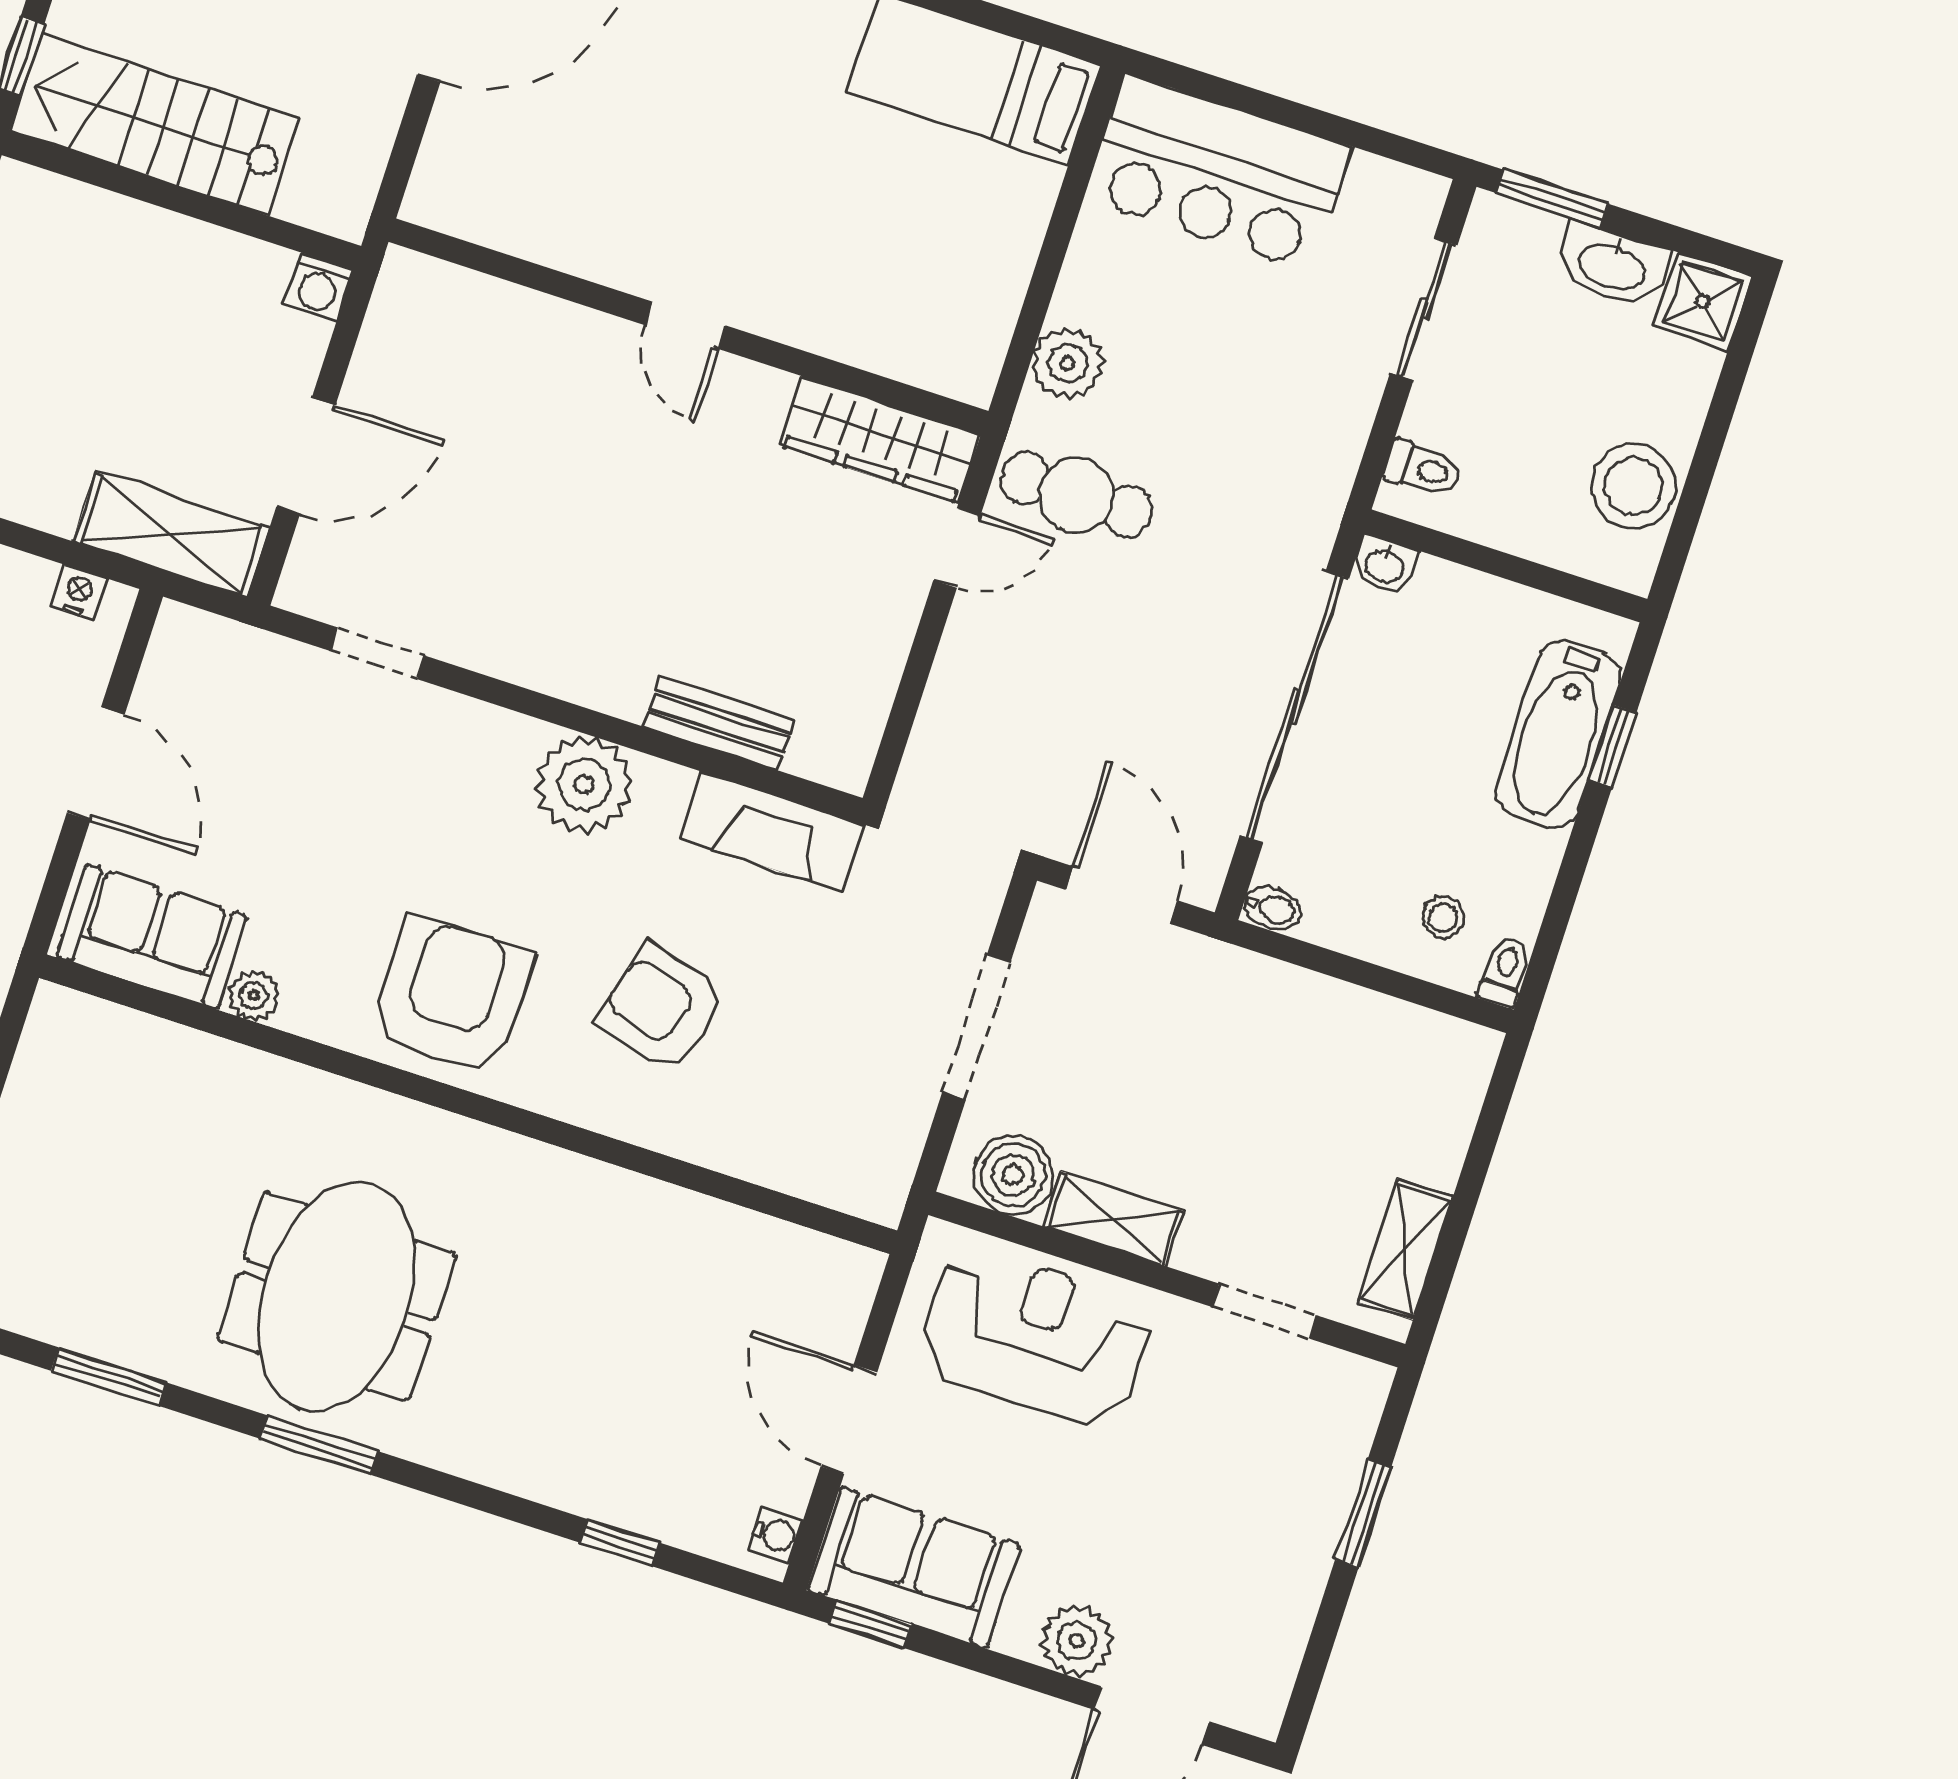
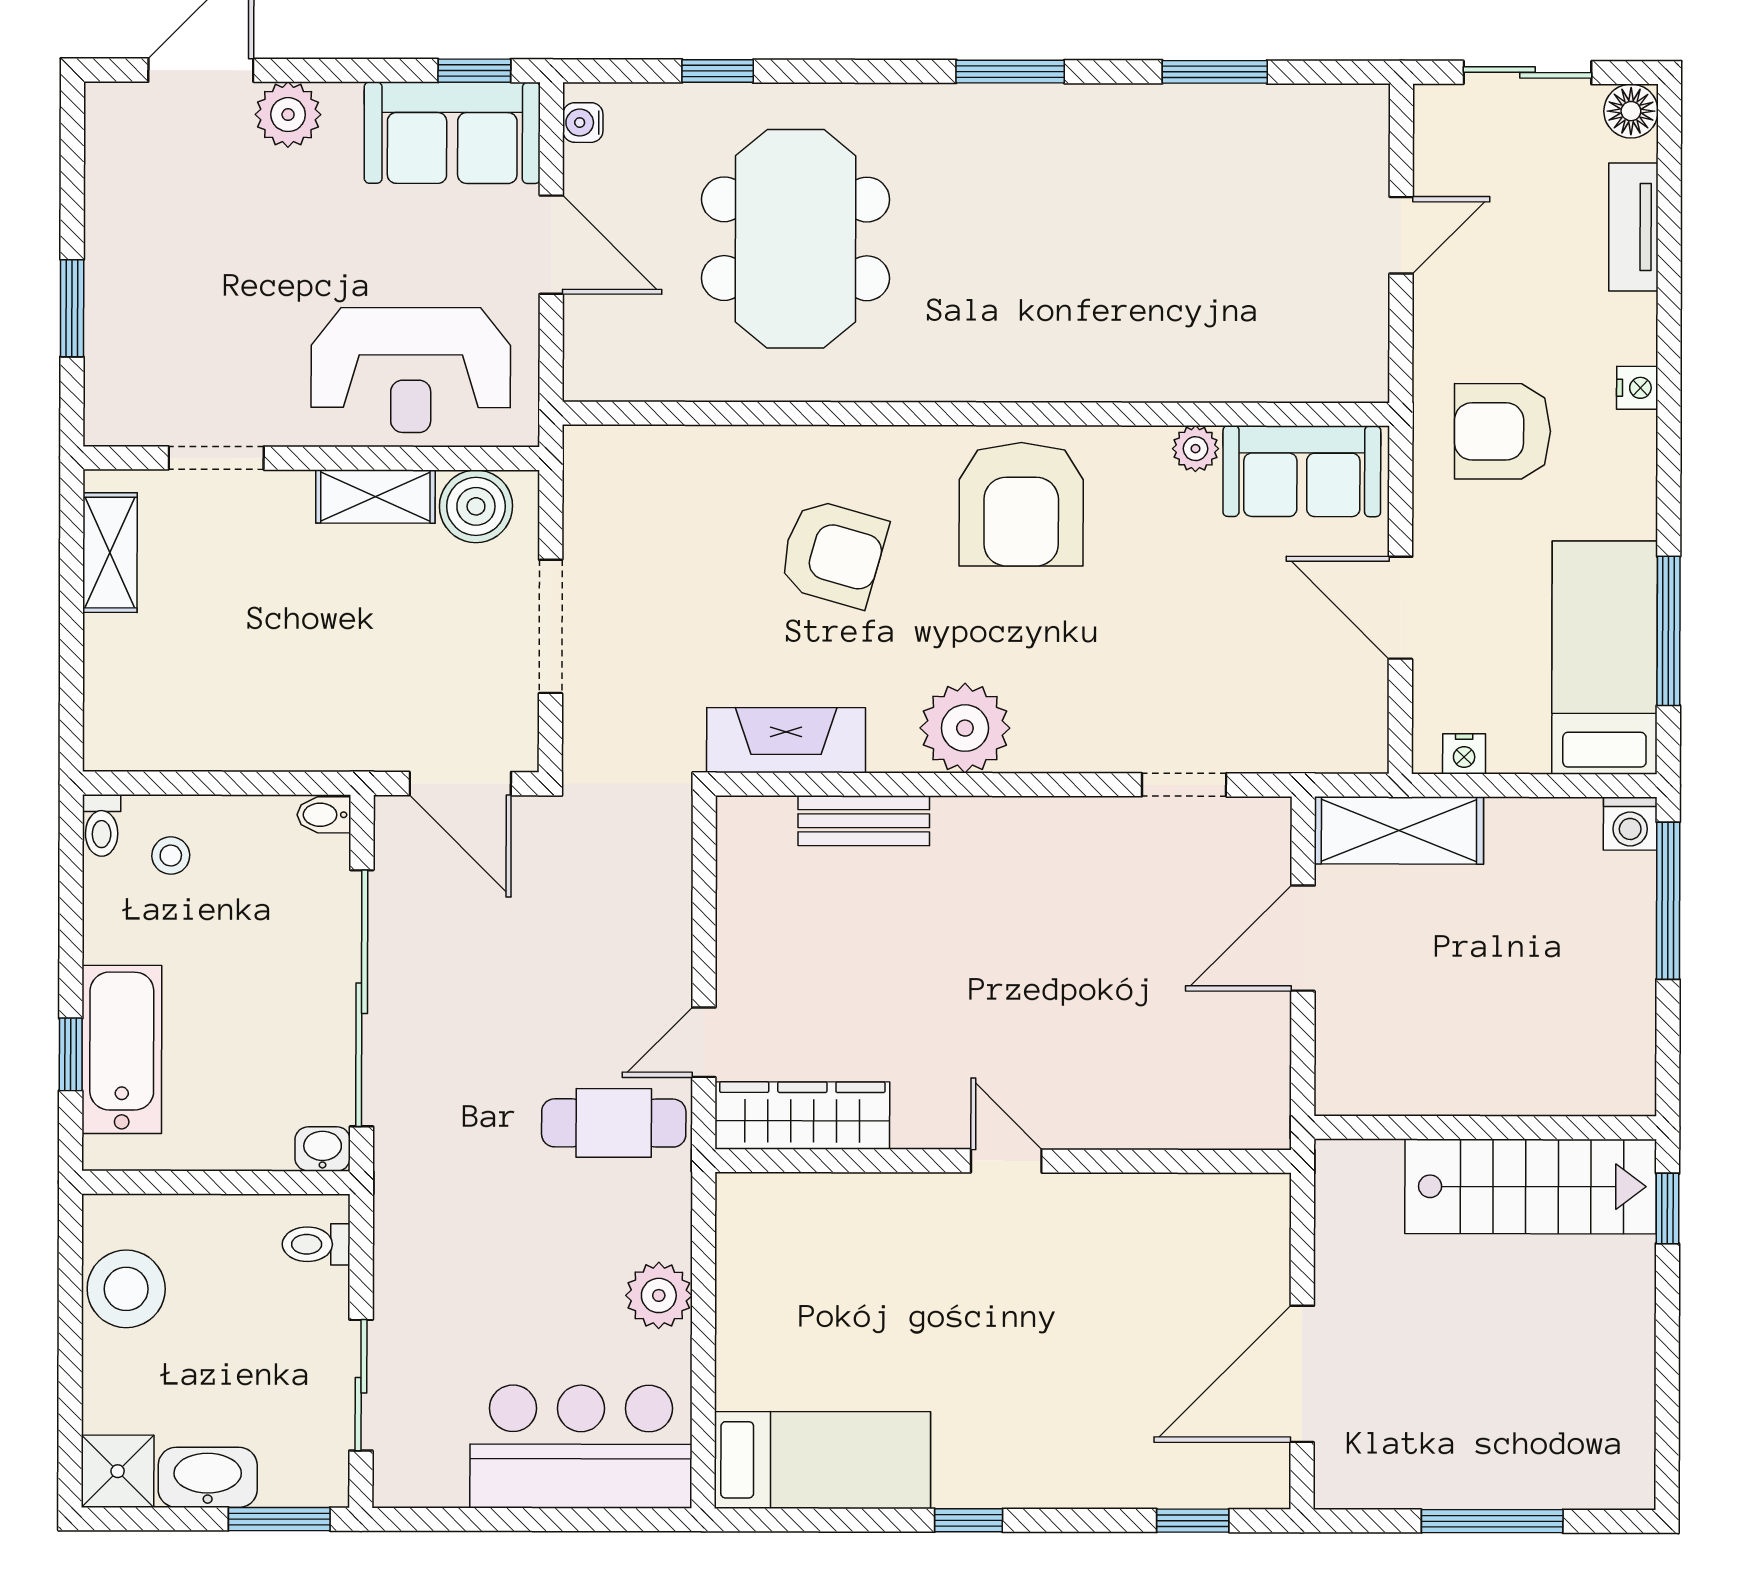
washing machine: (318, 287) -> (1340, 1090), removed
plant: (1068, 363) -> (659, 1295), moved
meeting table: (337, 1297) -> (795, 239), moved

